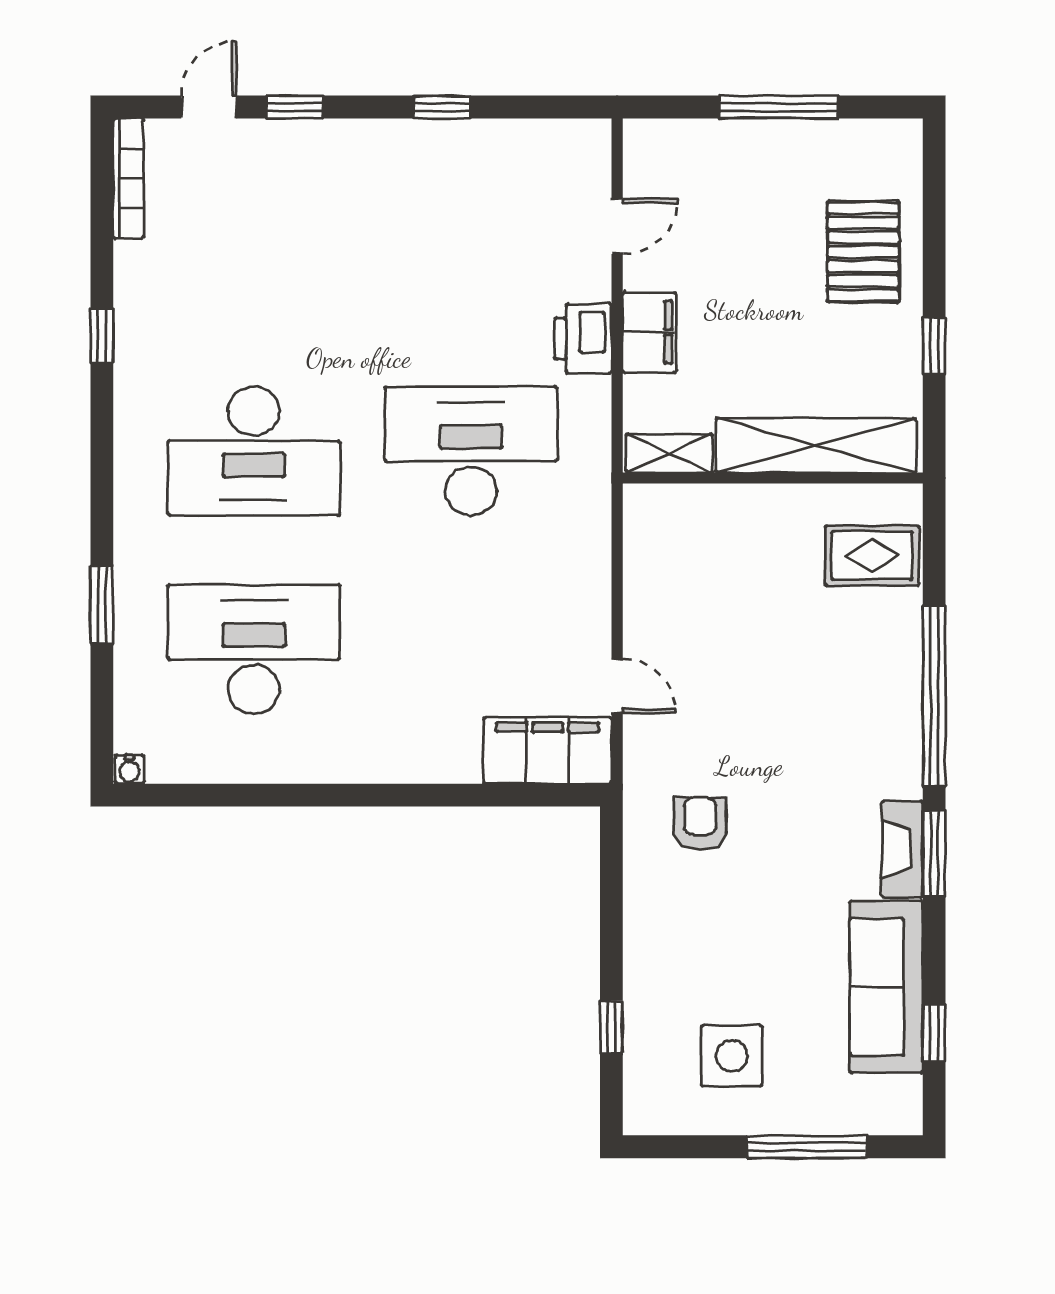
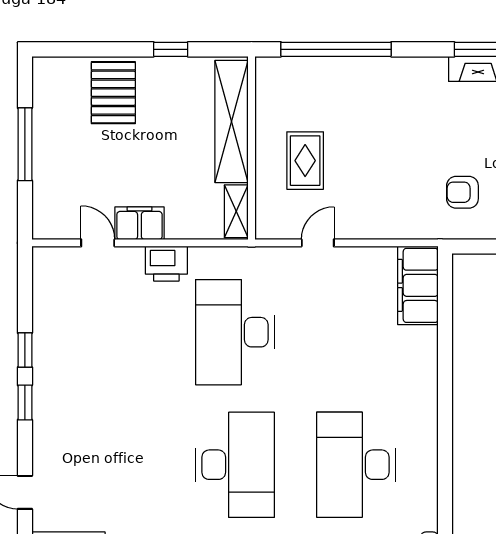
window: (295, 107) -> (25, 402), moved
pallet: (863, 252) -> (113, 93), turned 90
filing cabinet: (649, 332) -> (139, 223), moved
rug: (872, 556) -> (305, 161), moved
door: (617, 686) -> (318, 243), moved
window: (934, 696) -> (336, 49), moved

